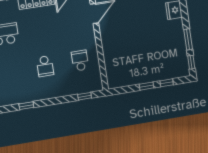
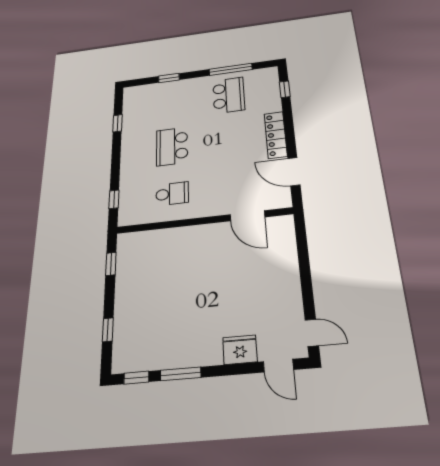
school desk: (45, 66) -> (172, 146), width x1.85
window: (147, 86) -> (111, 264), moved

